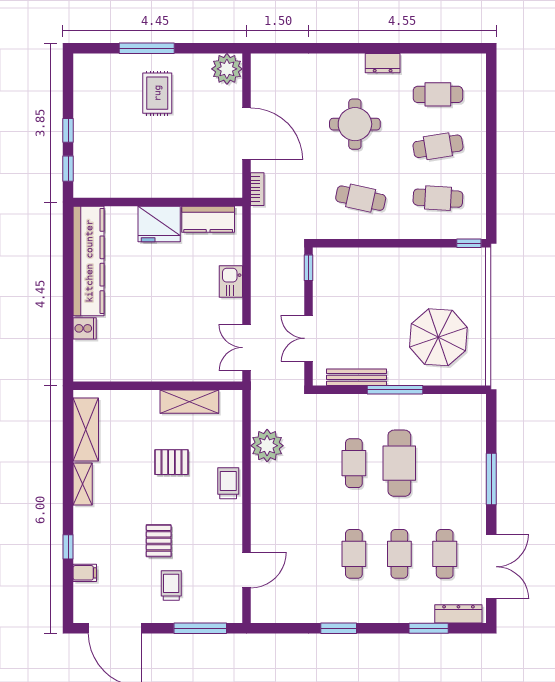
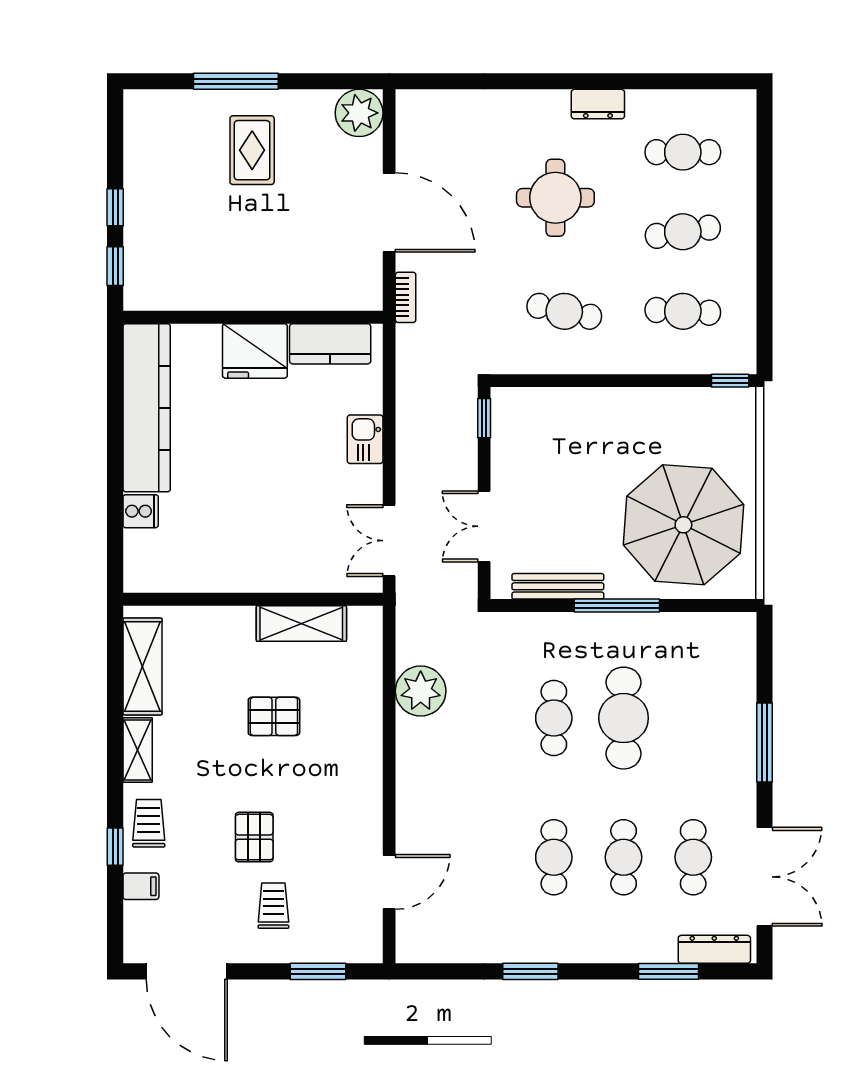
parasol: (438, 337) -> (683, 525), width x1.36, depth x1.36
trolley: (228, 483) -> (149, 823), moved
window: (200, 628) -> (318, 971), width x0.69

